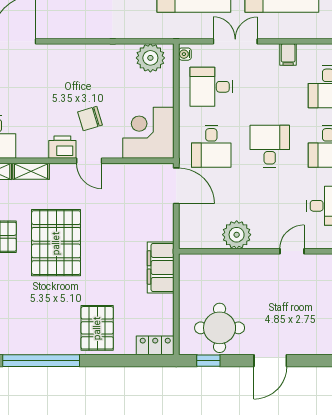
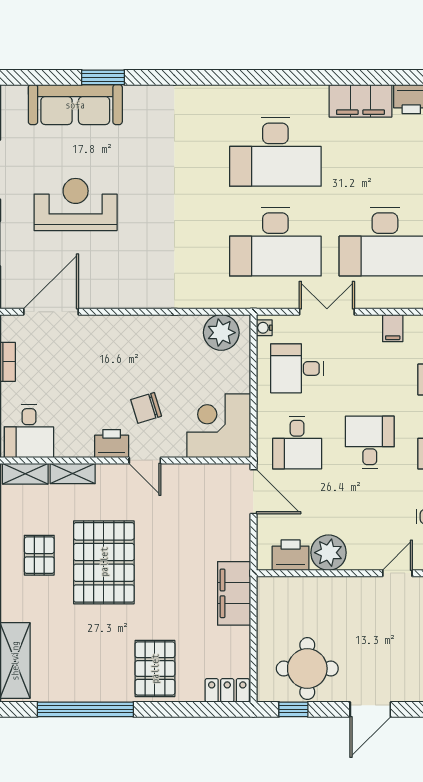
printer: (206, 237) -> (291, 555), added

